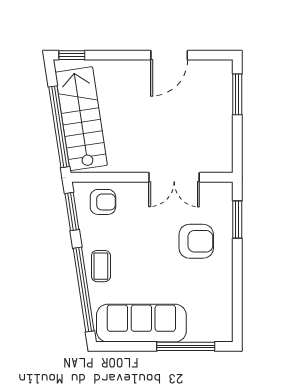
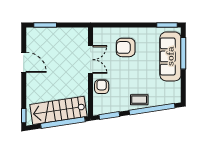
armchair: (103, 202) -> (102, 87), moved
window: (237, 219) -> (167, 25), moved
armchair: (196, 241) -> (126, 47), turned -90
sofa: (141, 323) -> (170, 56), moved

